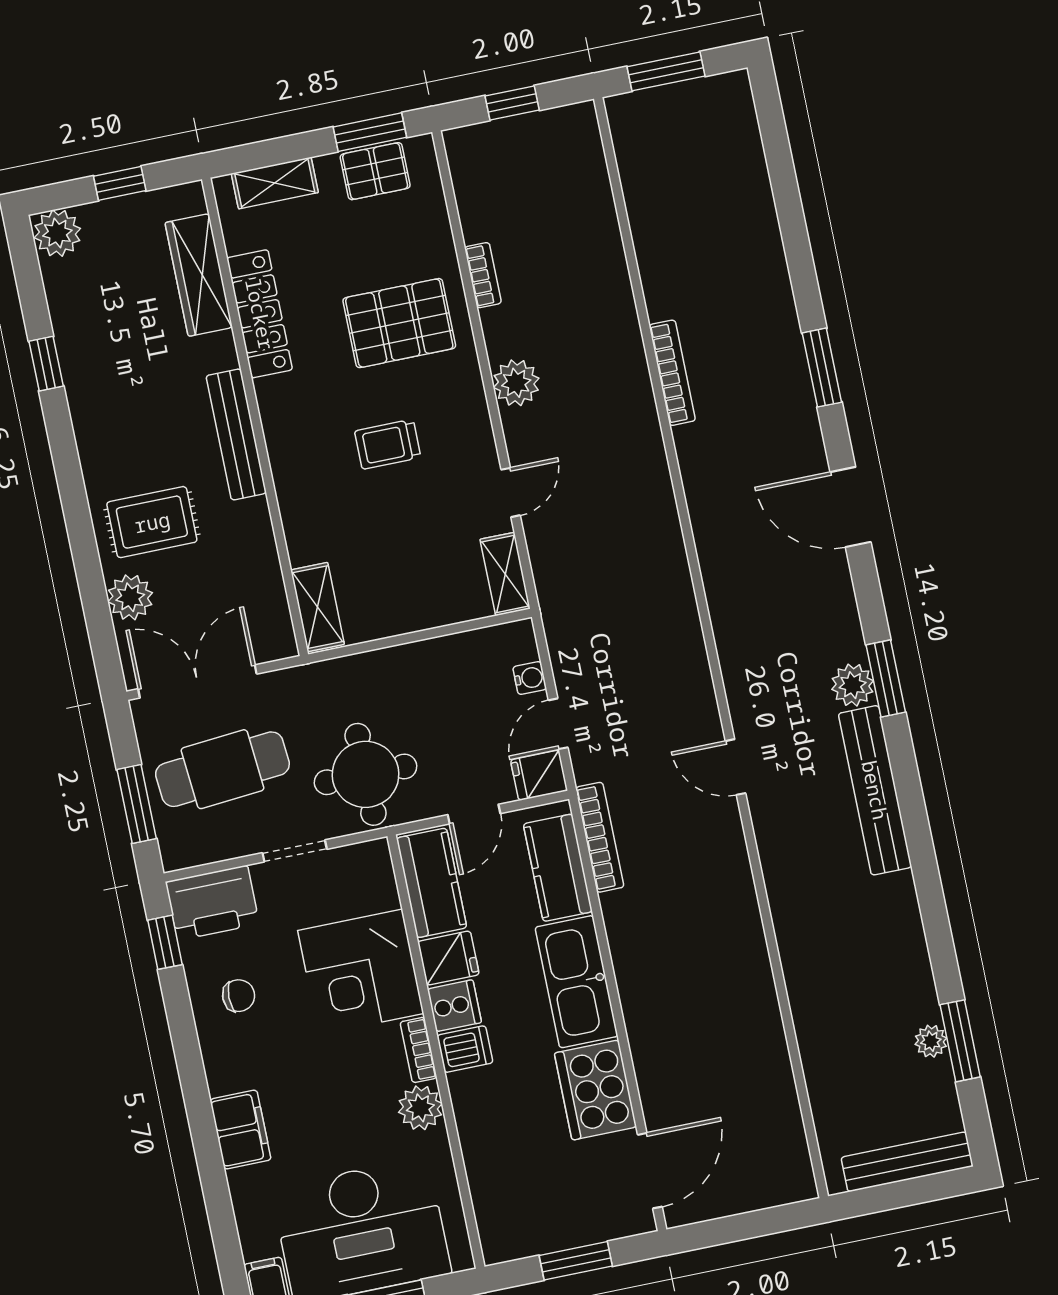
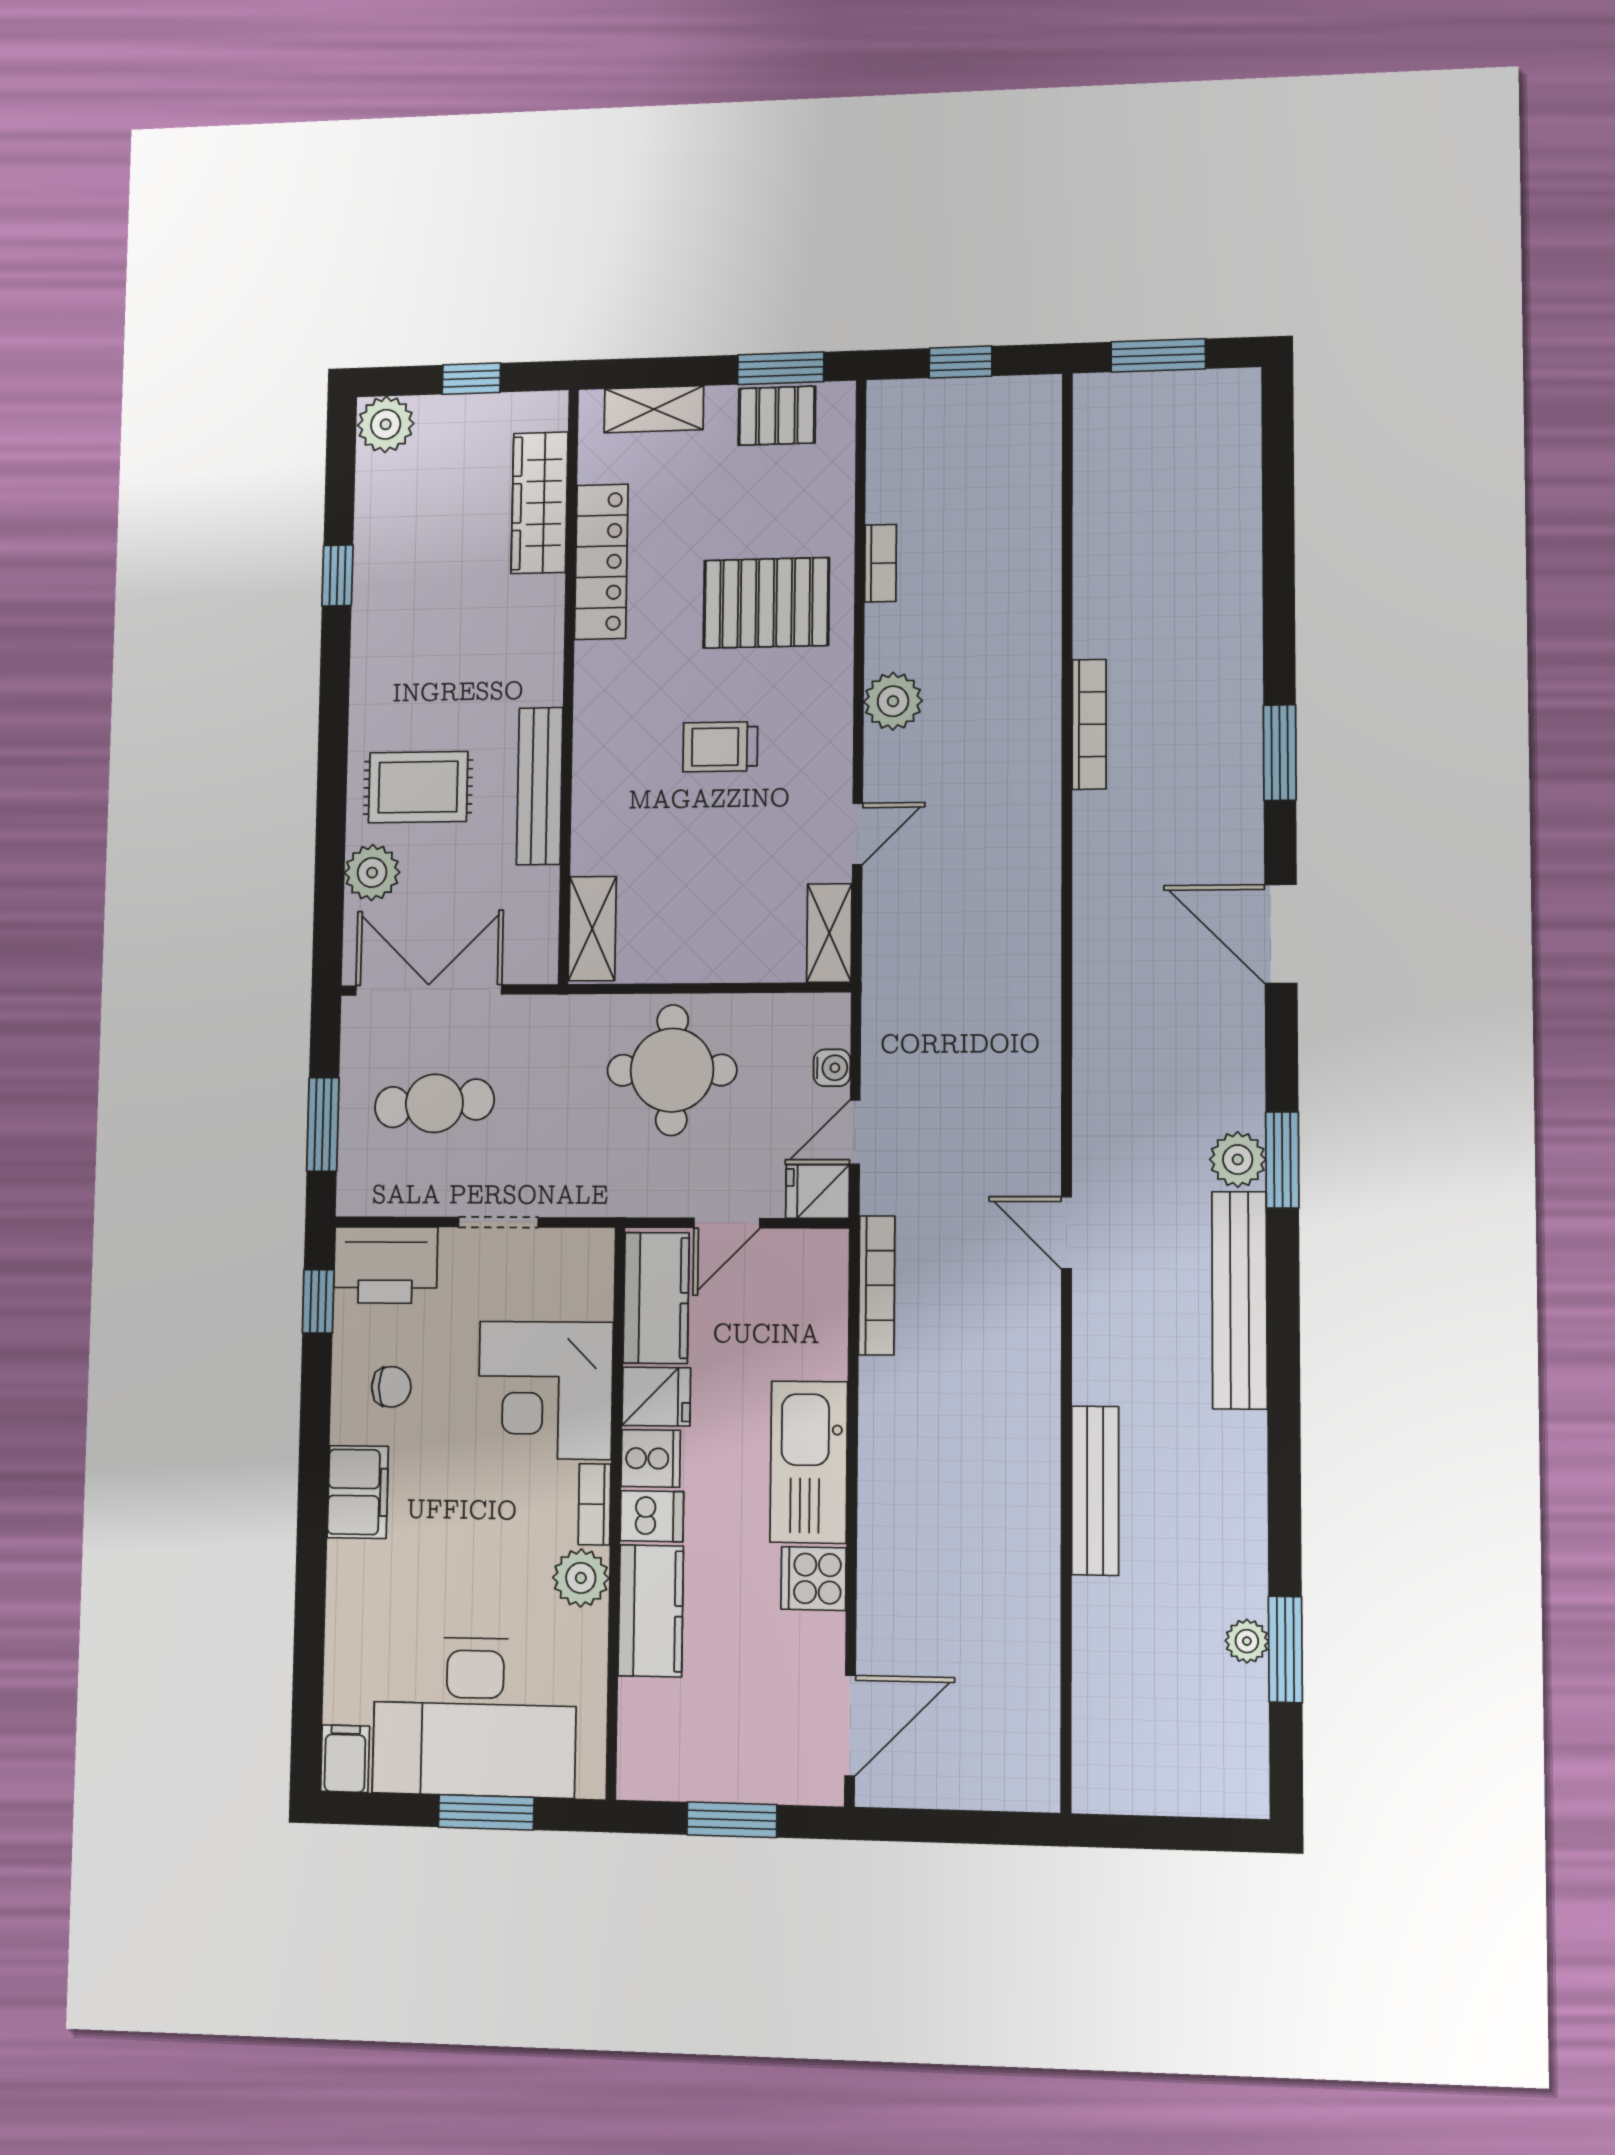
bench: (236, 434) -> (540, 786), moved
cafe table: (222, 769) -> (434, 1103), width x0.73, depth x0.74
round table: (366, 774) -> (672, 1070), moved
kitchen counter: (558, 868) -> (651, 1611), moved, turned 180
cooker: (595, 1090) -> (814, 1579), width x0.53, depth x0.76
filing cabinet: (240, 1130) -> (358, 1492), moved
bench: (907, 1162) -> (1095, 1490), moved, turned 90

